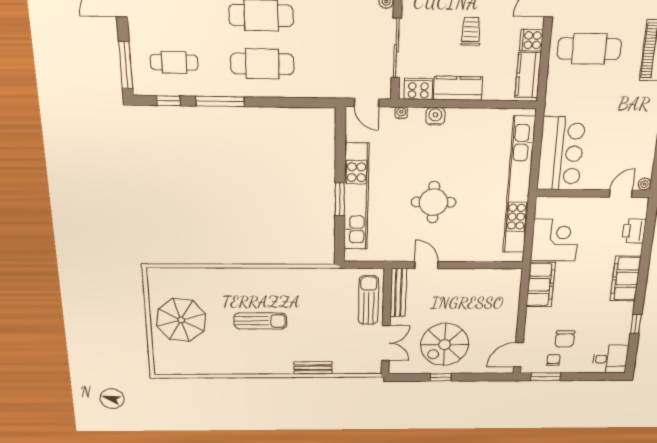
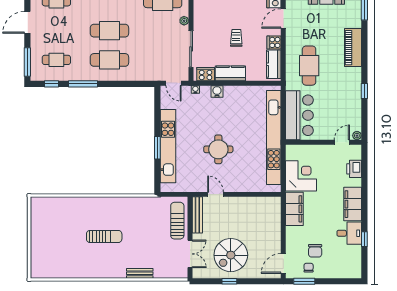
cafe table: (589, 49) -> (309, 66), moved, turned 90
parasol: (181, 320) -> (51, 236), removed
desk: (610, 359) -> (349, 233), moved

